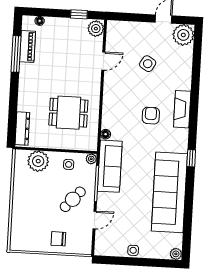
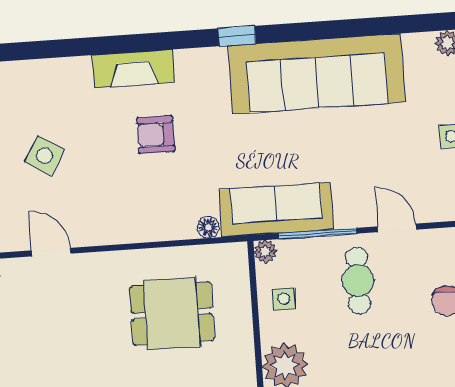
dining table: (68, 113) -> (172, 313), turned 90
cafe table: (73, 199) -> (358, 280), turned 48

